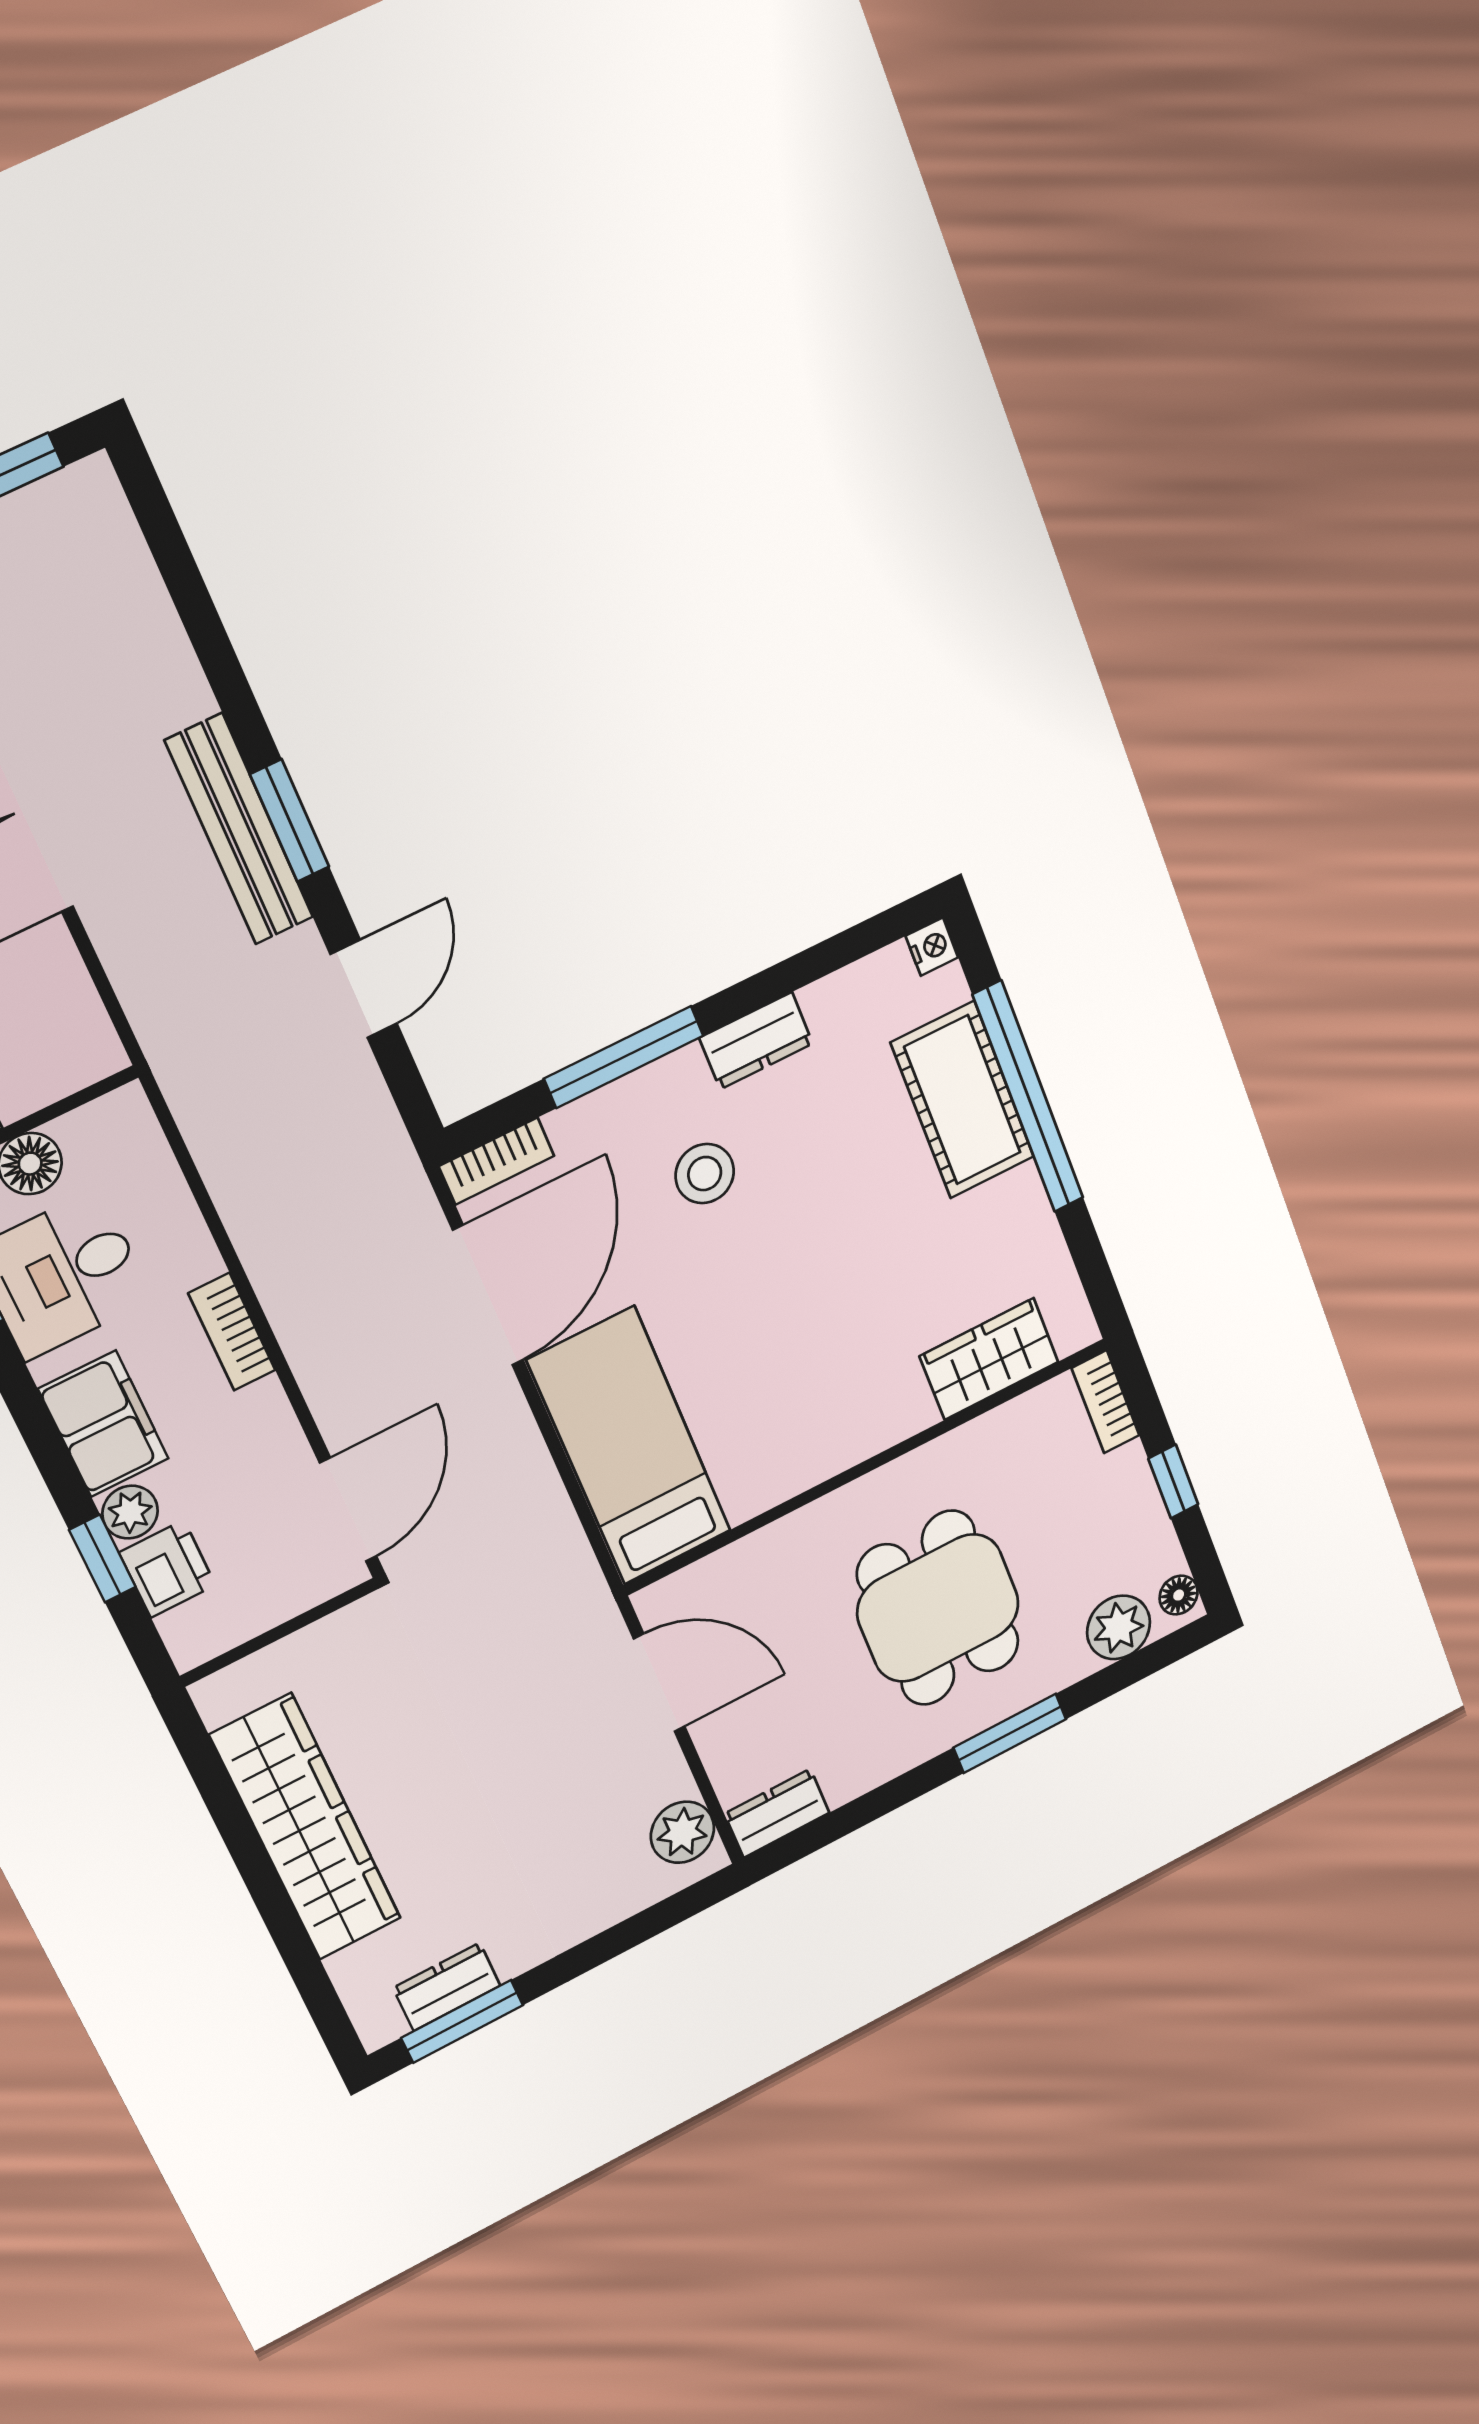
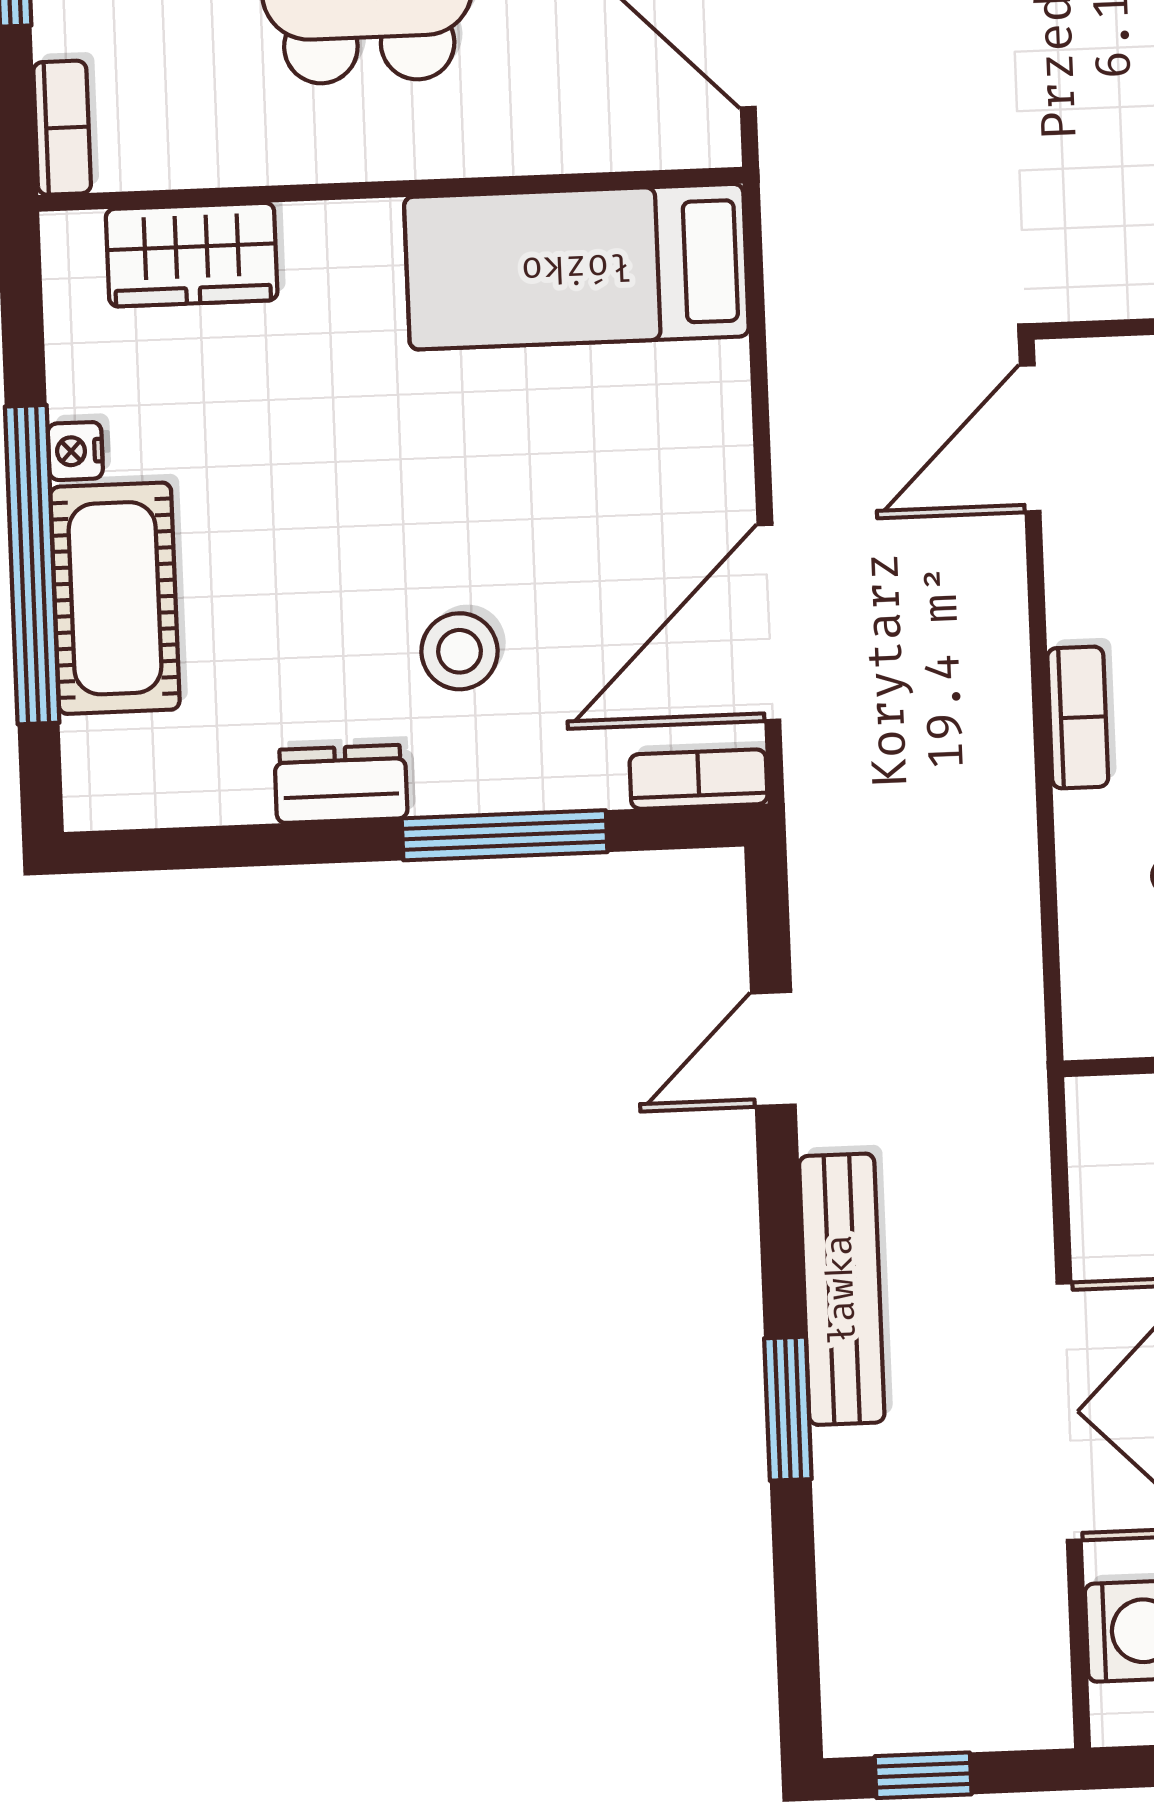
window: (290, 821) -> (788, 1409), moved
nightstand: (932, 947) -> (75, 451), moved
bed: (629, 1446) -> (576, 267), moved, turned 90

